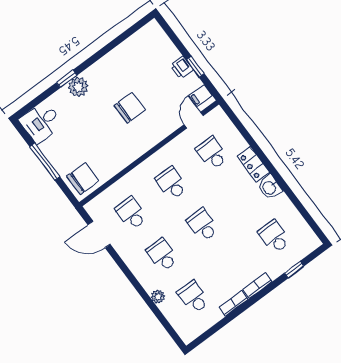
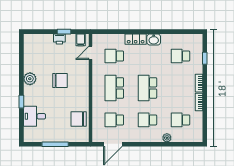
plant: (78, 87) -> (30, 79), moved
chair: (130, 108) -> (60, 81), turned 90
door: (194, 120) -> (91, 53), hinge flipped
desk: (41, 122) -> (34, 116), moved, turned 90
chair: (83, 179) -> (79, 119), moved, turned -90
school desk: (171, 183) -> (114, 88), width x1.85
school desk: (203, 225) -> (147, 88), width x1.85

